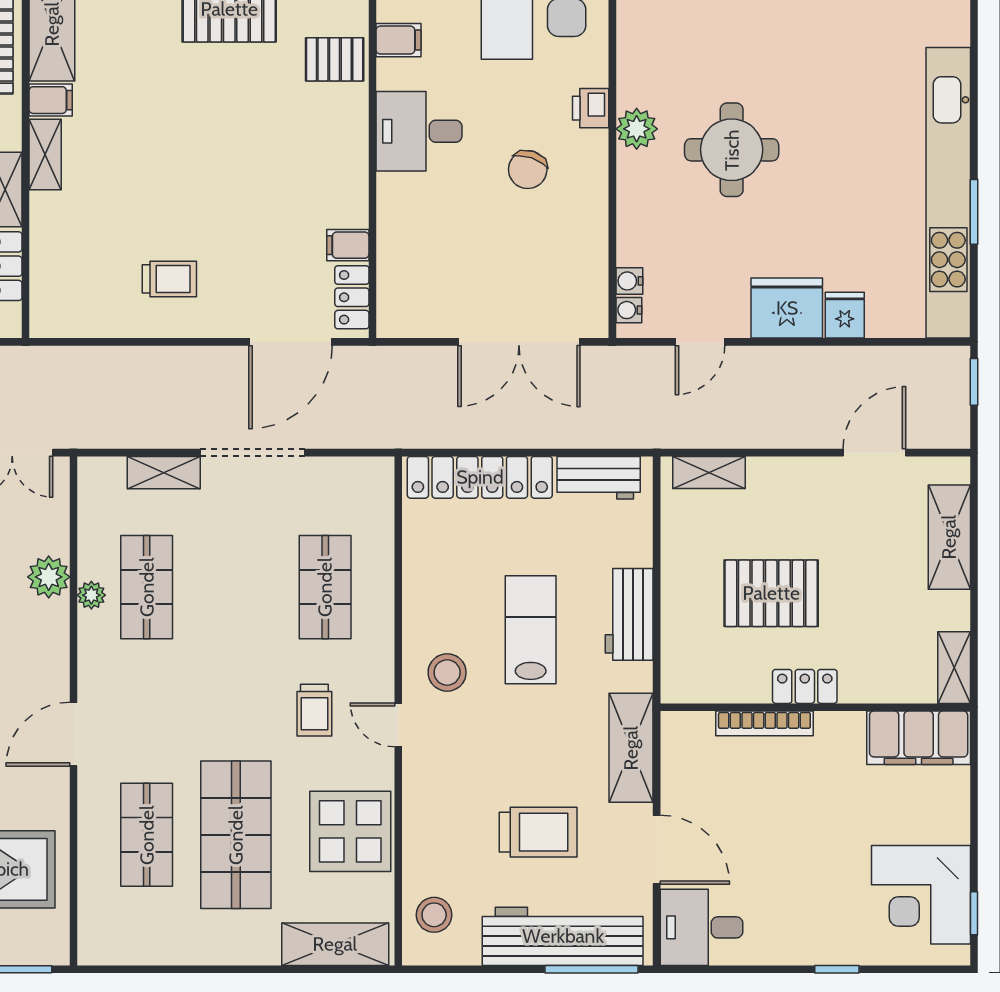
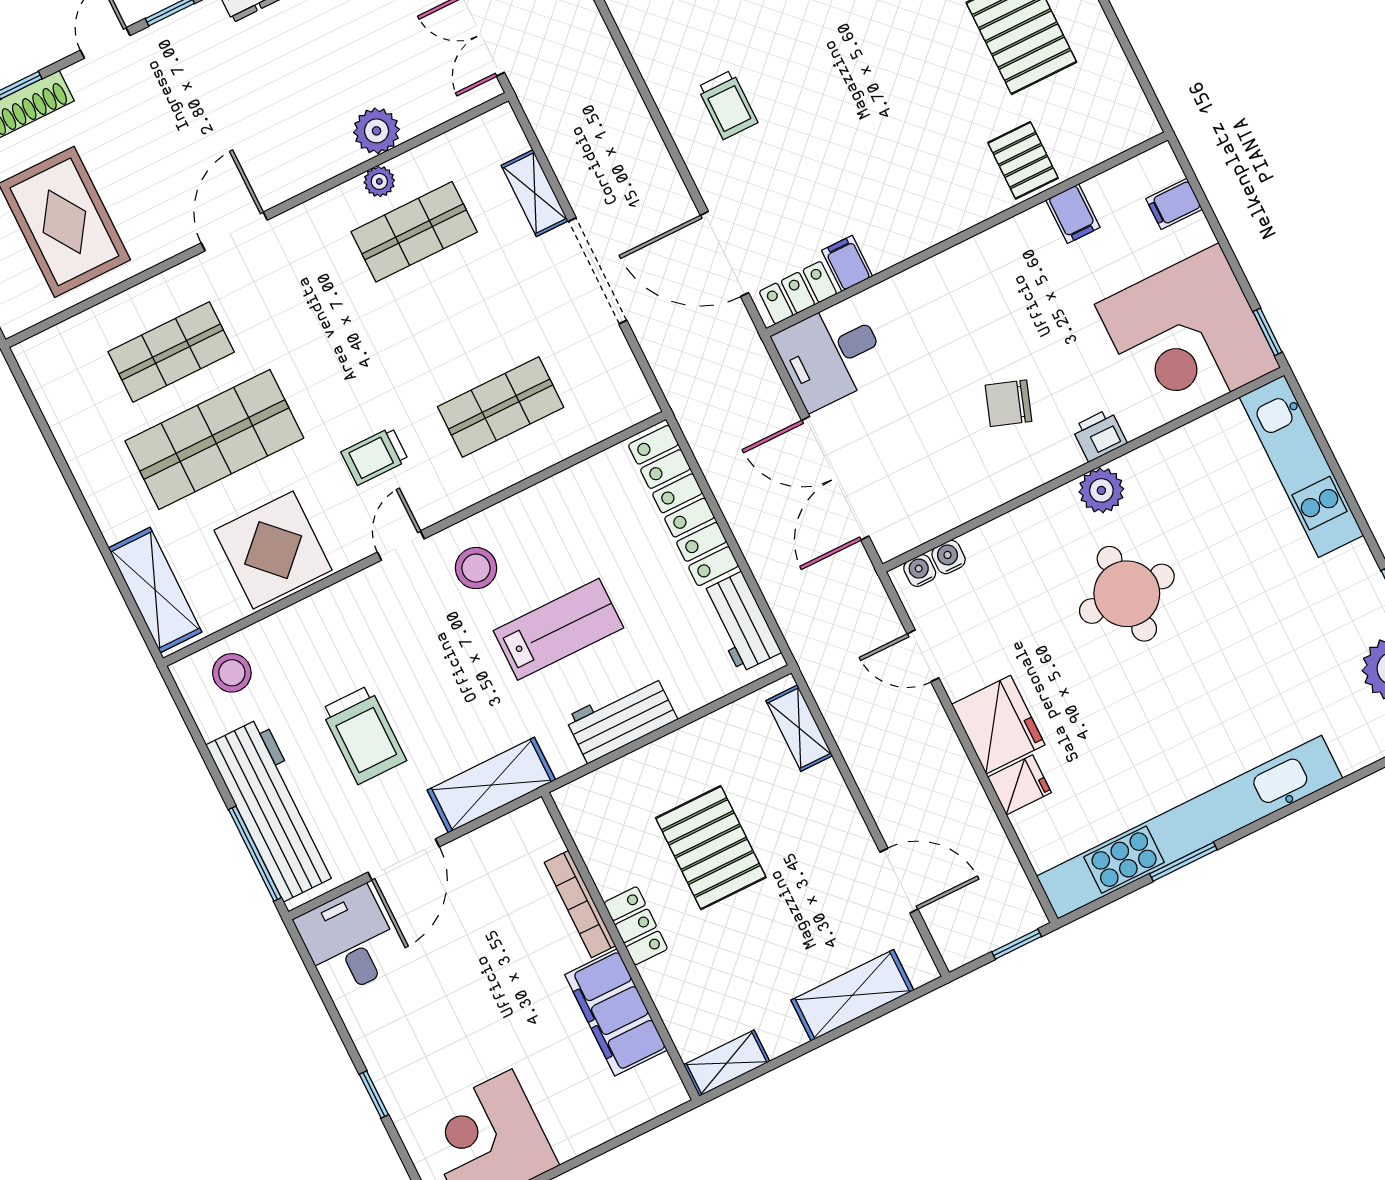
desk: (419, 131) -> (831, 355), moved, turned -90
door: (74, 734) -> (234, 231), hinge flipped
filing cabinet: (919, 738) -> (616, 1012), moved

